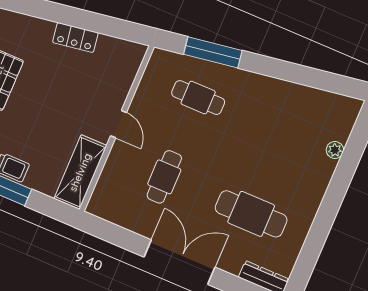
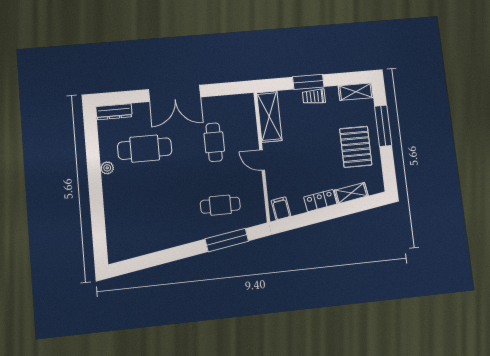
shelving: (33, 26) -> (351, 193), added
filing cabinet: (128, 54) -> (281, 208), added
plant: (335, 150) -> (107, 168), moved

